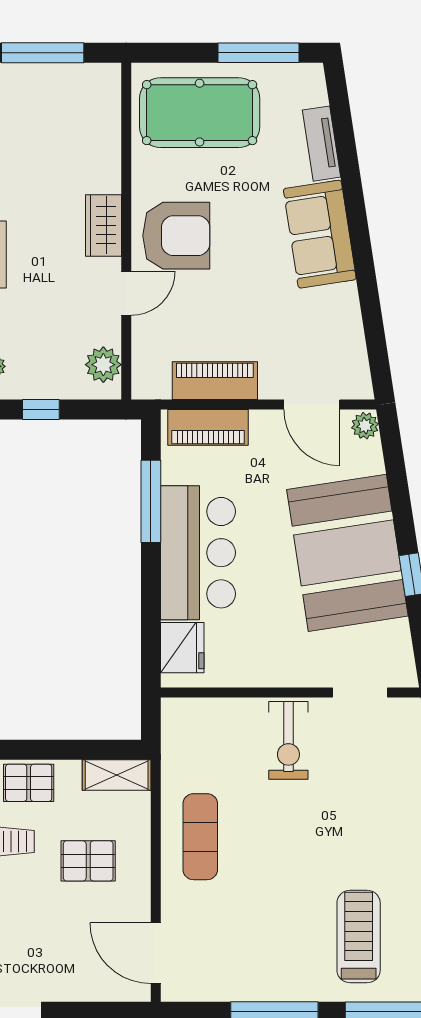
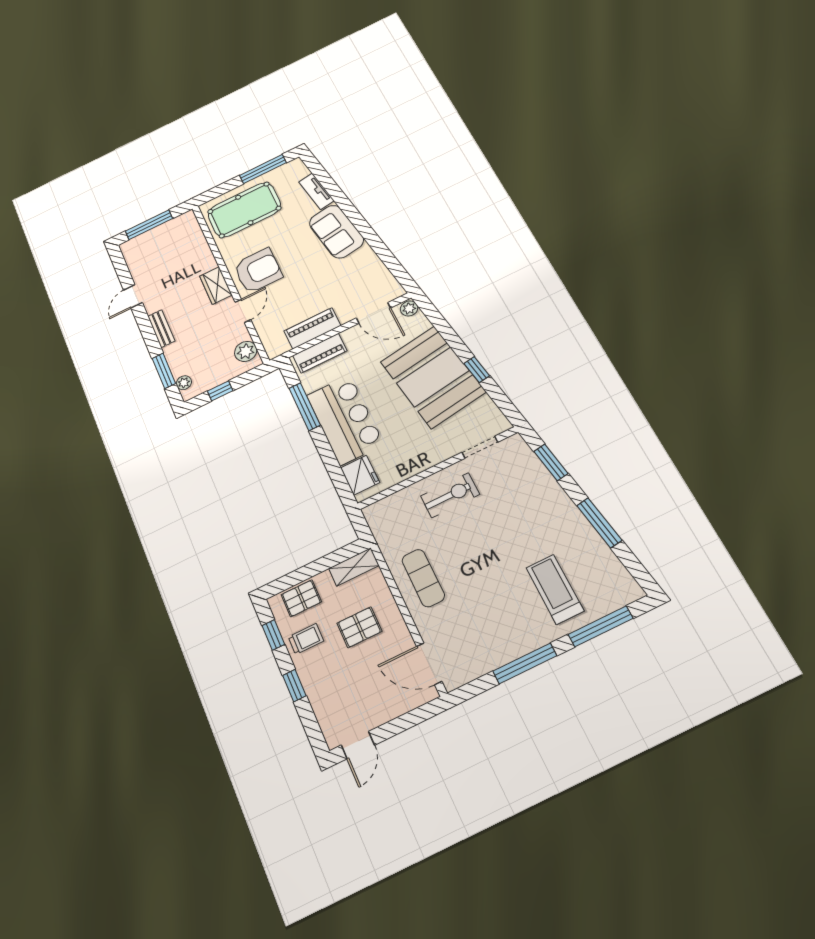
exercise bike: (288, 740) -> (450, 495), turned -90

